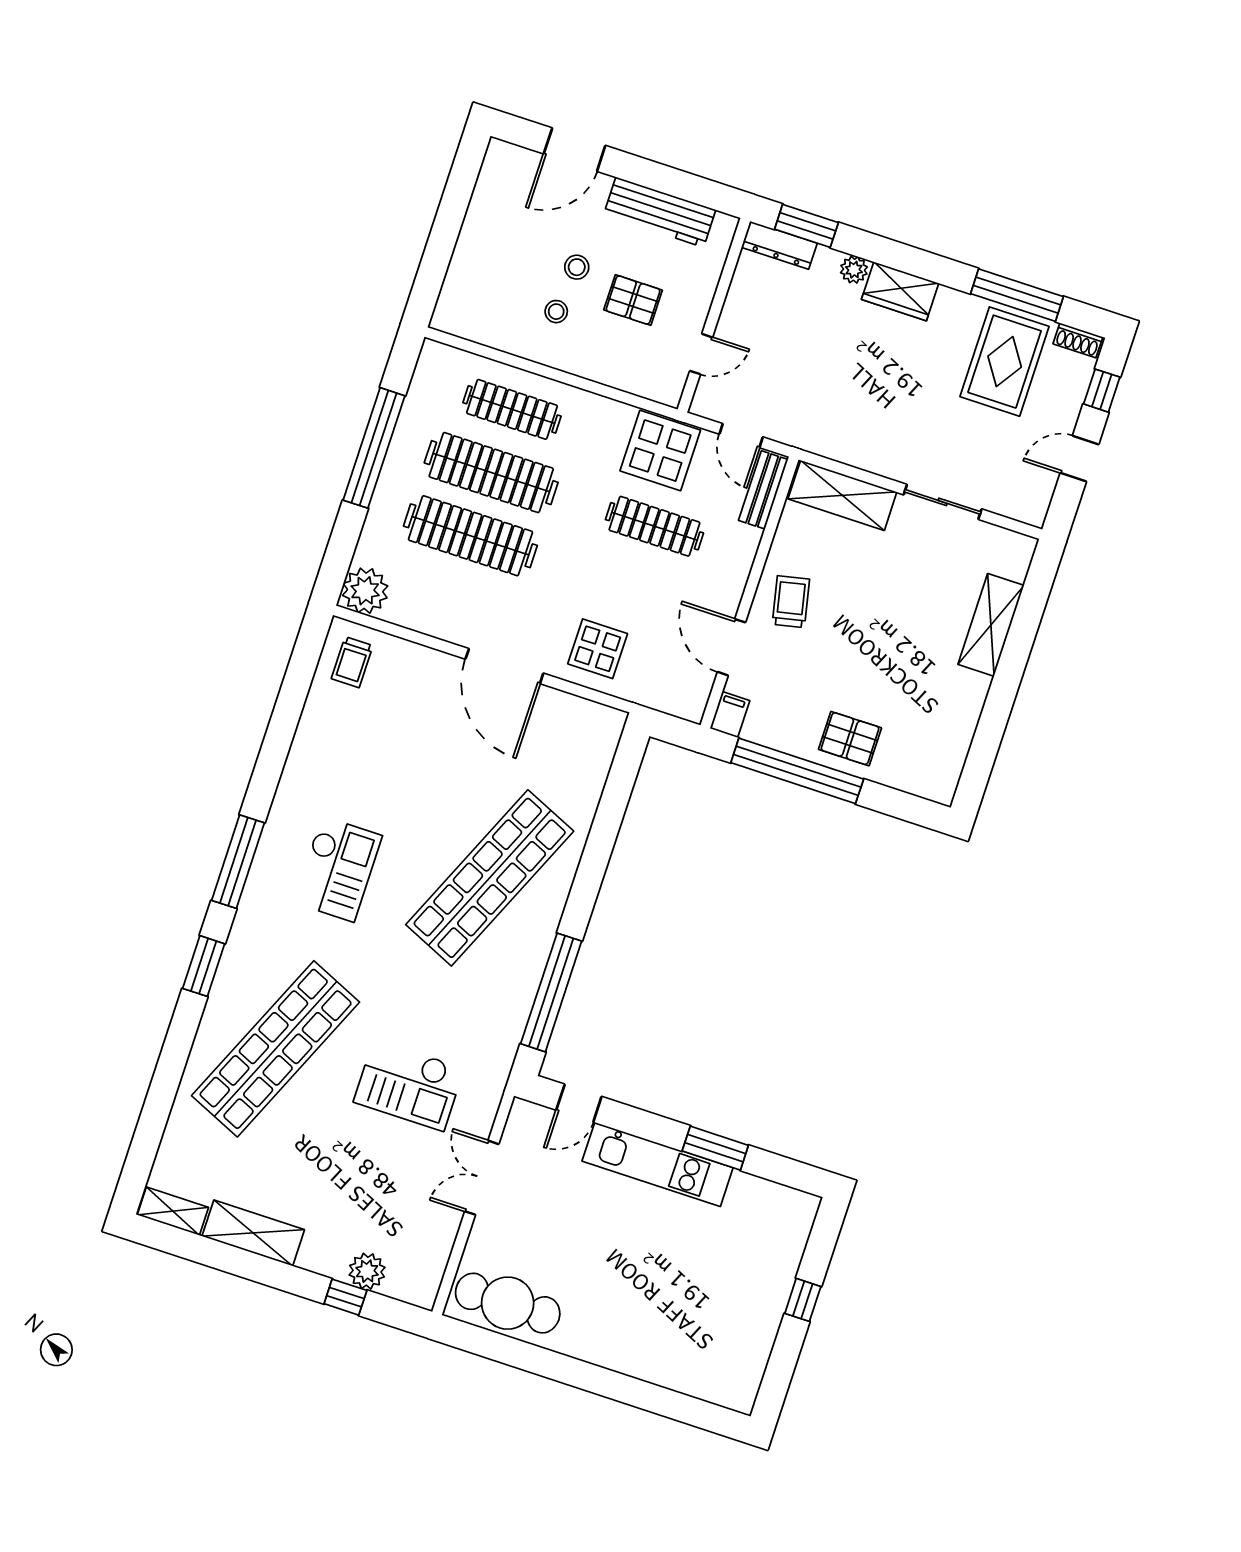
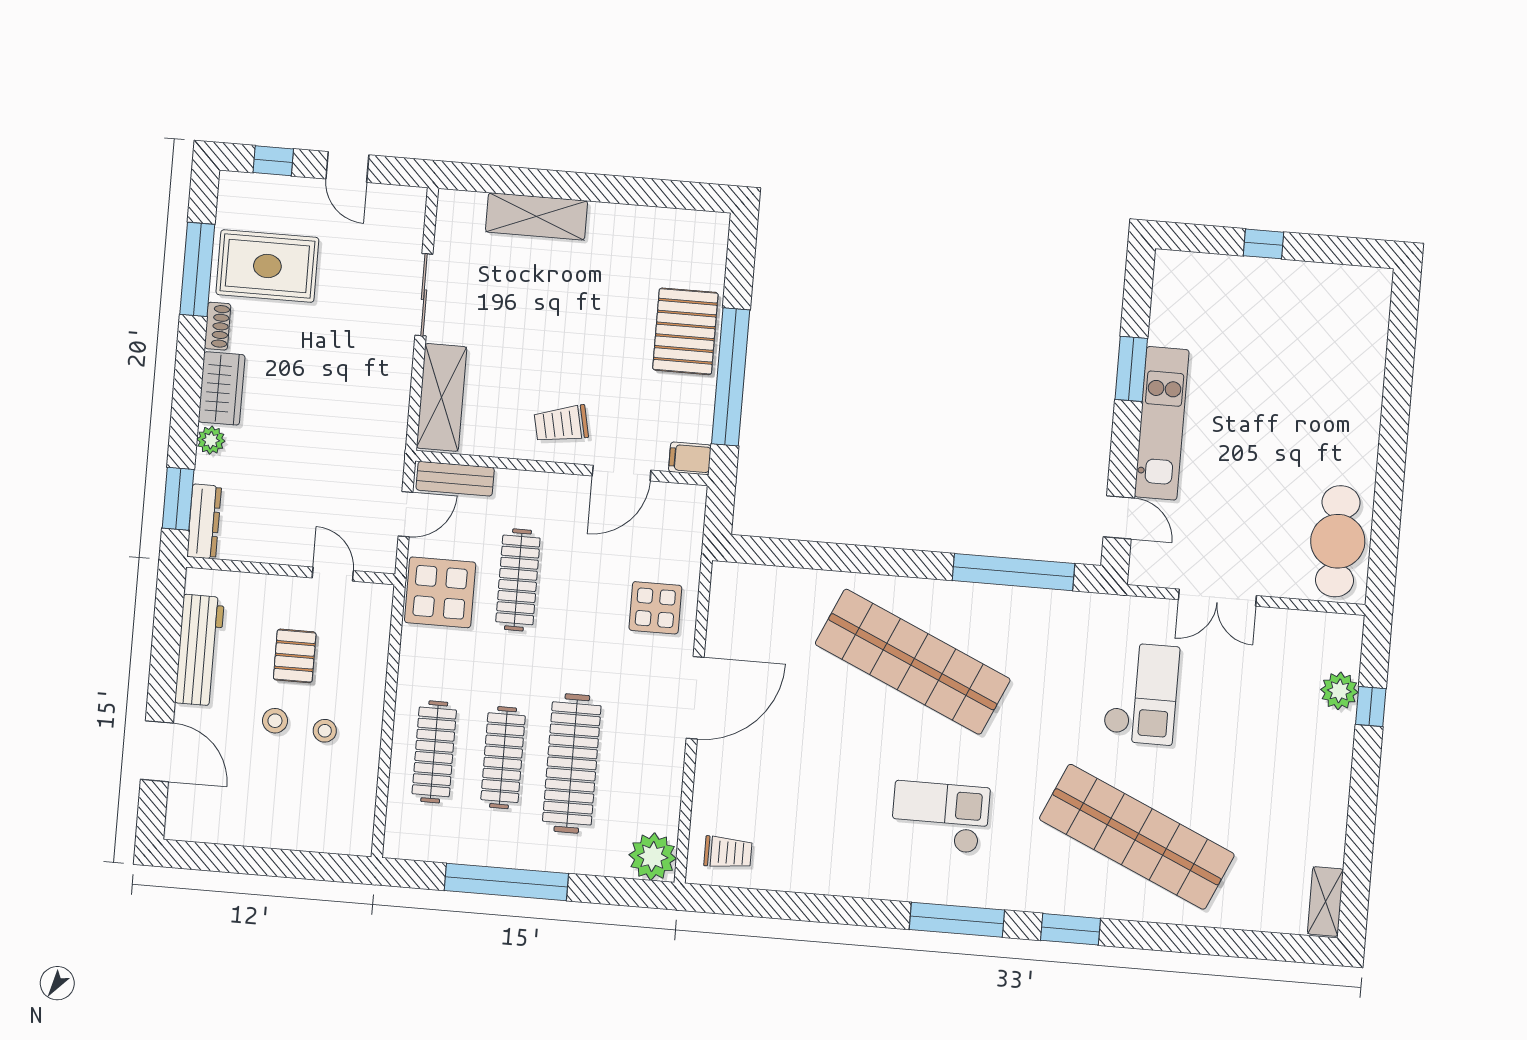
shoe rack: (1078, 340) -> (218, 326), moved
clothes rail: (491, 473) -> (503, 758), width x0.73, depth x0.76
pallet: (850, 739) -> (685, 331), width x1.50, depth x1.42
shelving: (253, 1233) -> (1328, 815), removed

